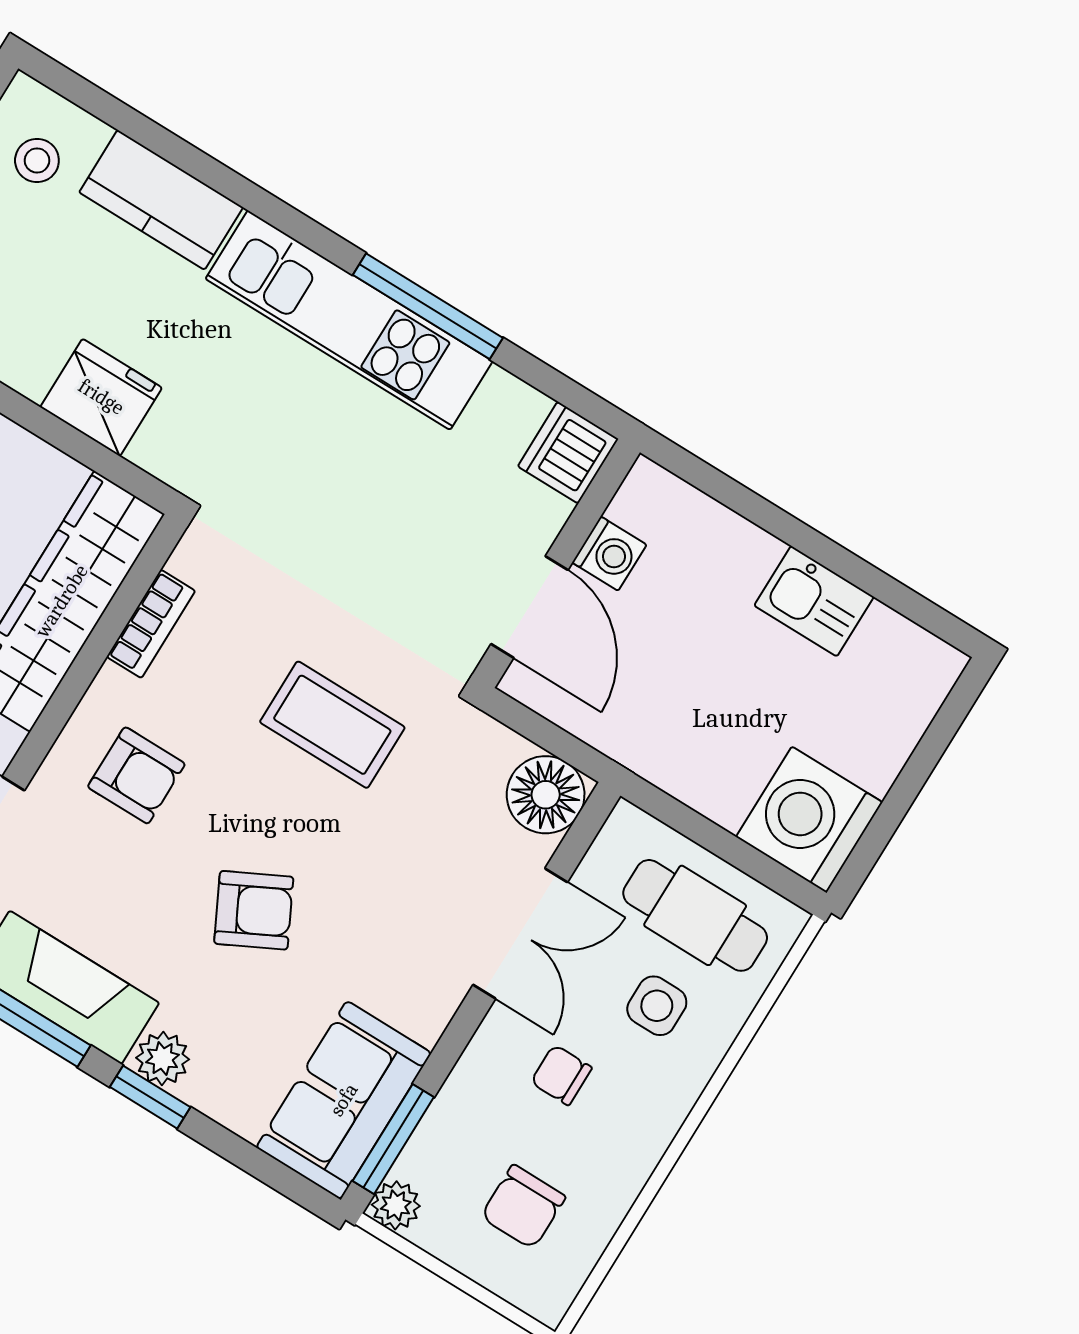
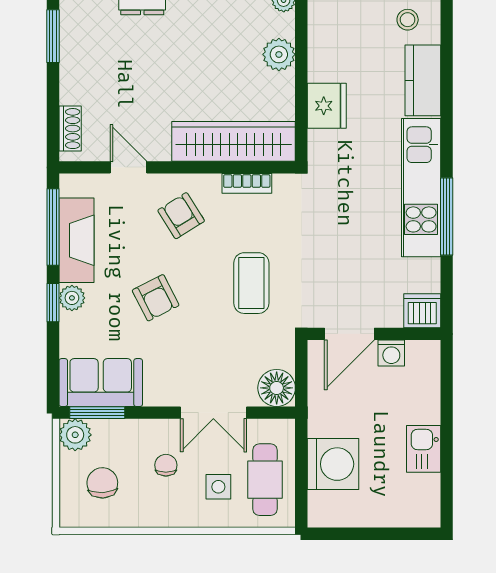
armchair: (136, 775) -> (181, 216), turned 148
washing machine: (809, 820) -> (333, 464), moved, turned 90
plant: (396, 1205) -> (75, 435), width x1.38, depth x1.38
chair: (523, 1207) -> (102, 483), turned 87

